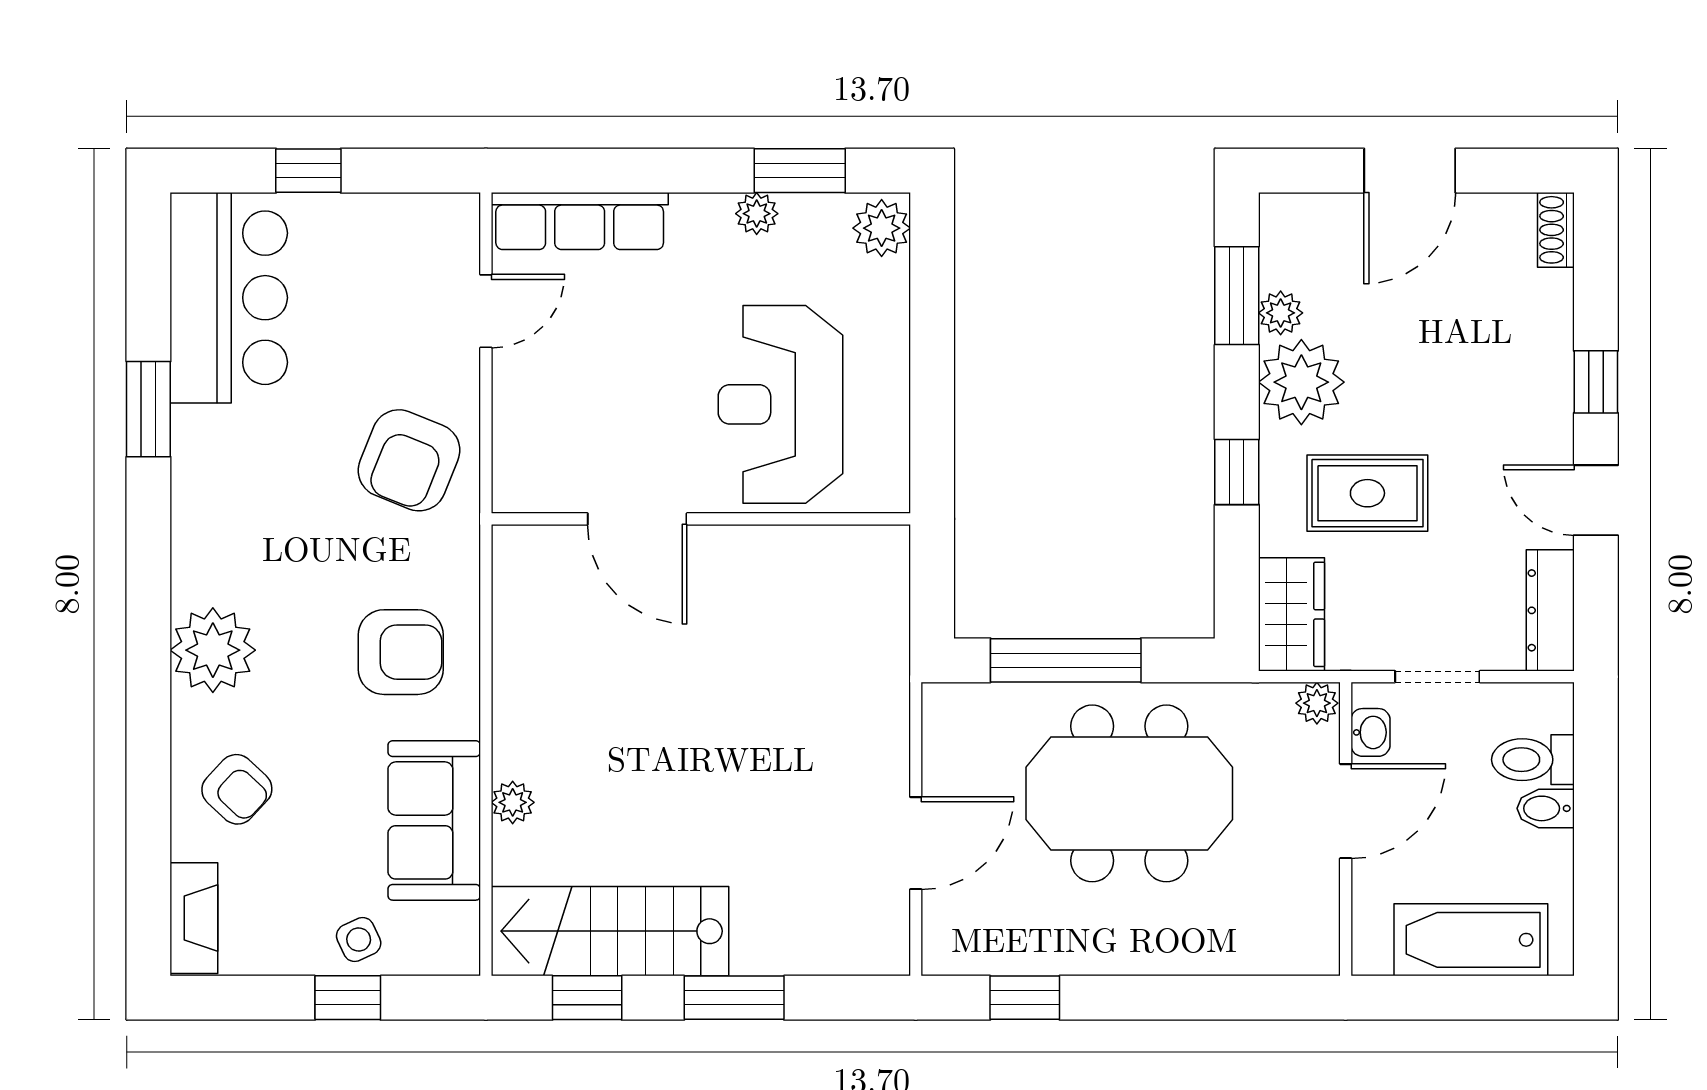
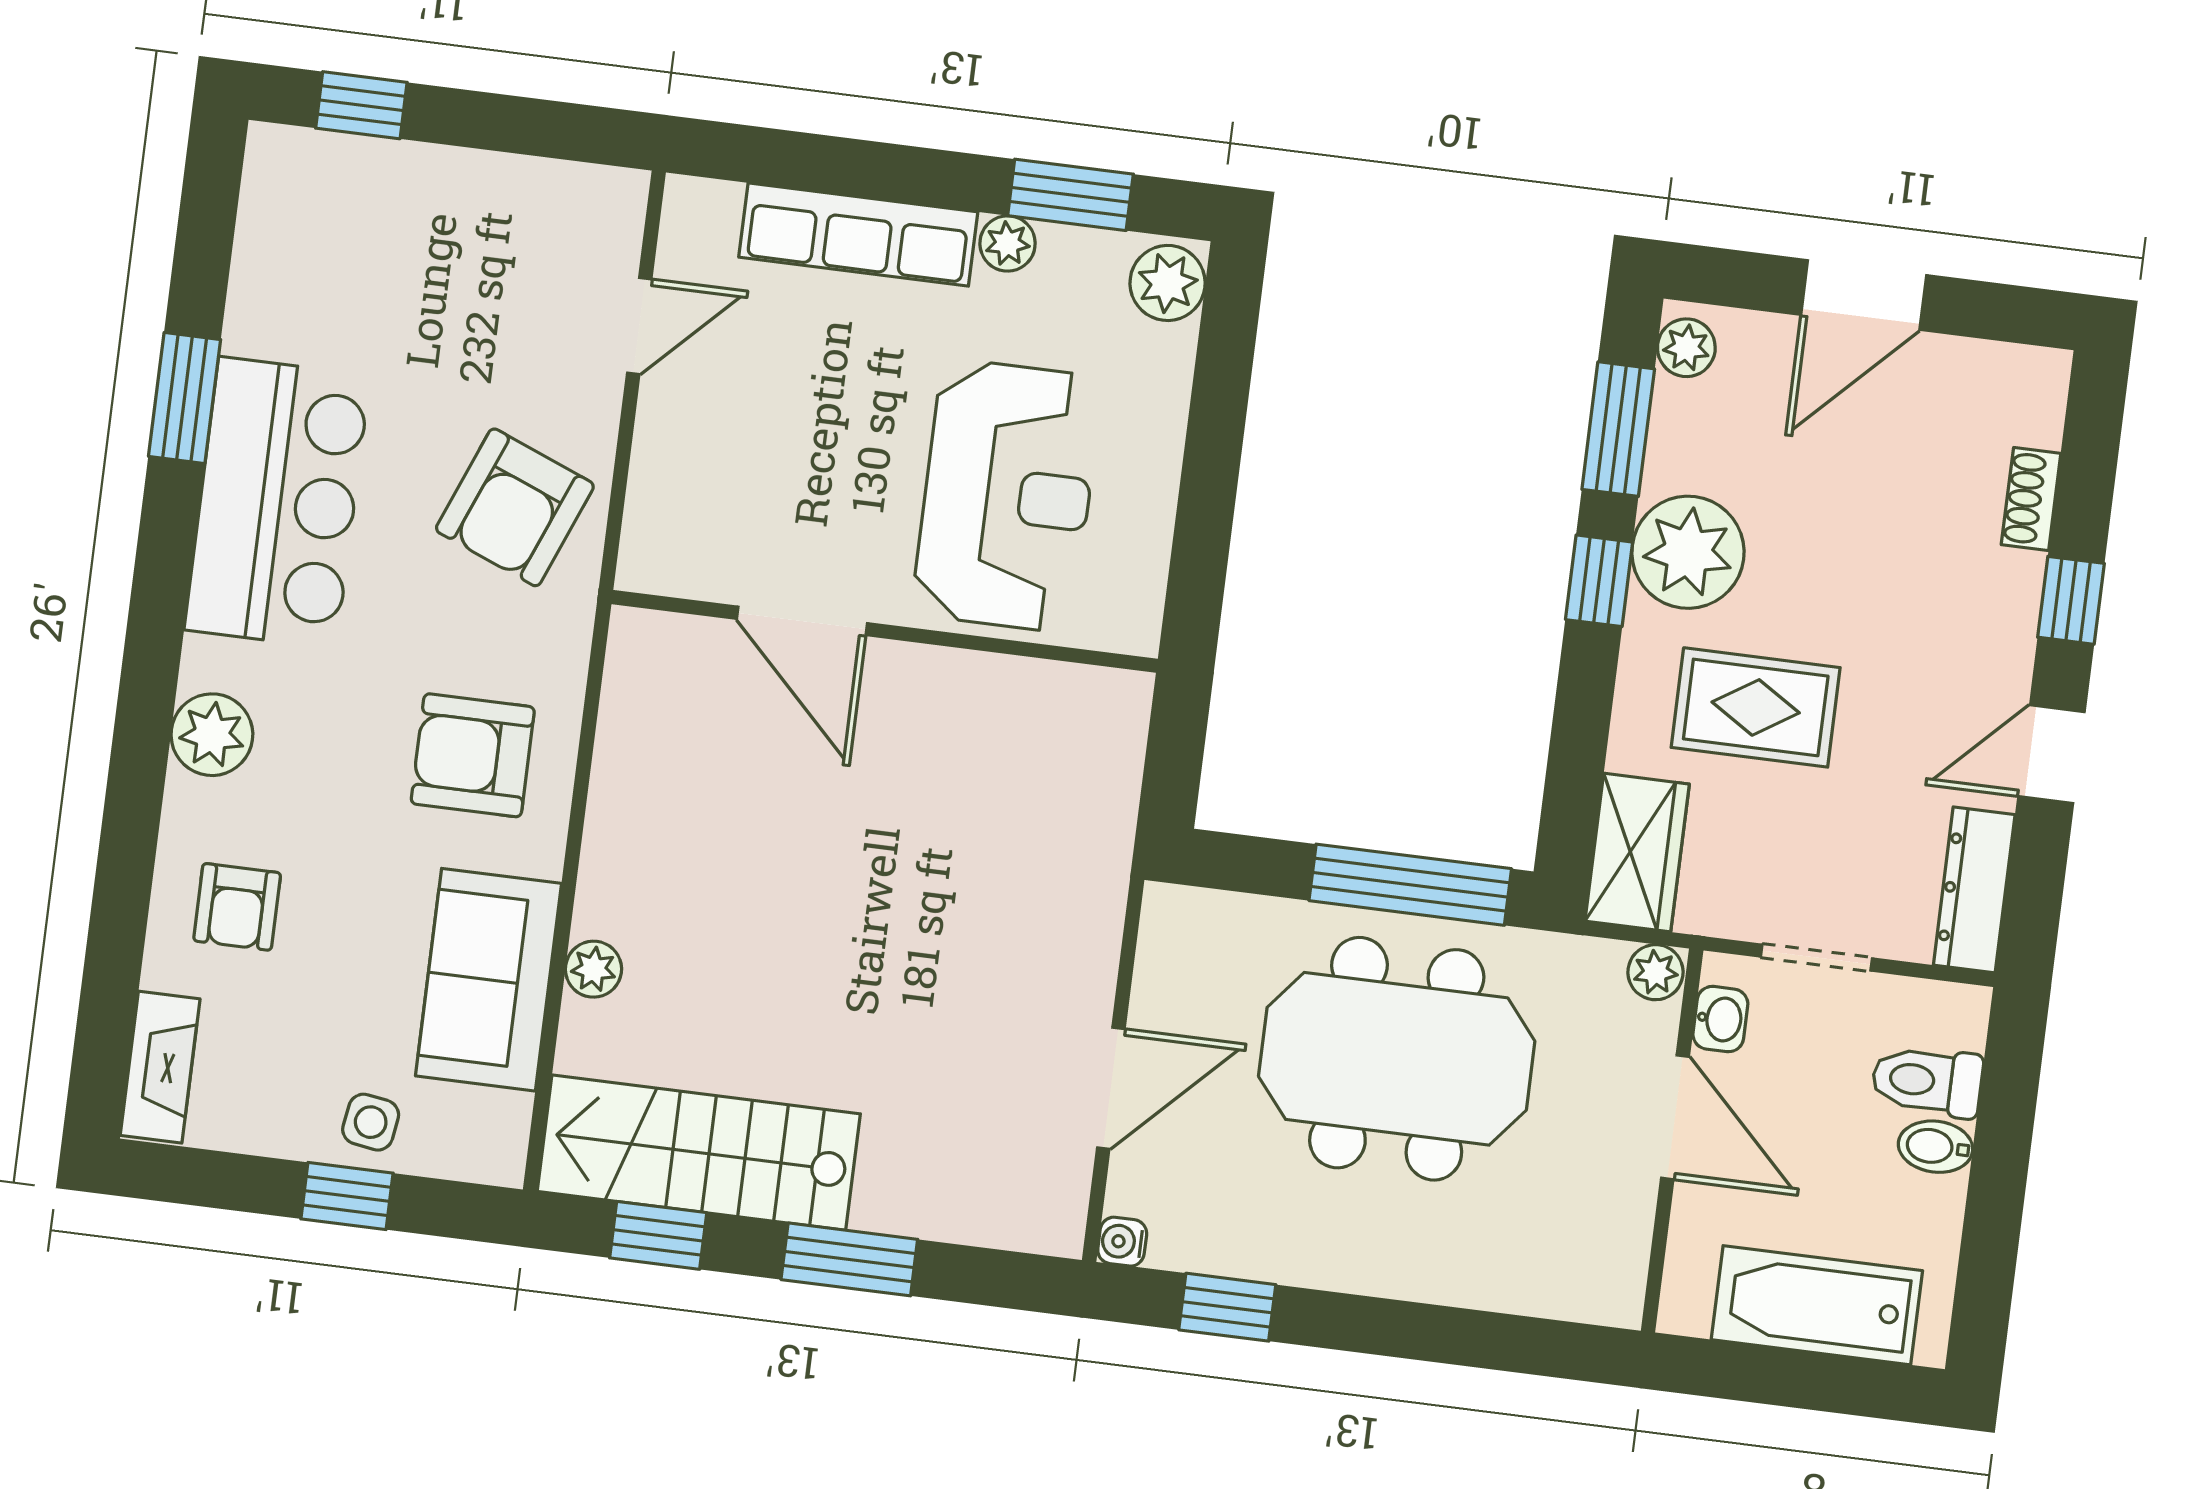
window: (308, 171) -> (361, 105), moved
row of seats: (580, 221) -> (858, 235), moved
shoe rack: (1556, 230) -> (2031, 499), moved
bar counter: (229, 298) -> (277, 503), moved
plant: (1281, 313) -> (1686, 348), moved
reception desk: (780, 404) -> (1007, 496), turned 180
window: (1237, 472) -> (1599, 581), moved
door: (1596, 500) -> (2052, 754), hinge flipped
plant: (213, 650) -> (212, 735), width x0.73, depth x0.73
armchair: (401, 652) -> (473, 755), turned 180
window: (1066, 660) -> (1410, 885), moved
armchair: (237, 789) -> (237, 907), turned 47
door: (1346, 811) -> (1675, 1117), hinge flipped
side table: (359, 940) -> (371, 1122), turned 34
water cooler: (939, 958) -> (1122, 1242), added

